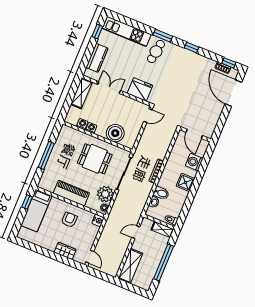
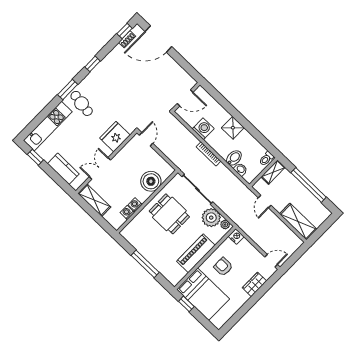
dining table: (95, 159) -> (169, 214), turned 90
washing machine: (194, 162) -> (203, 129), moved, turned 180
bed: (36, 211) -> (203, 294), width x1.50

